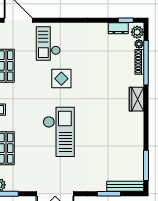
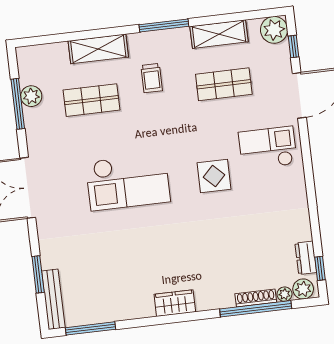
wardrobe: (137, 99) -> (175, 303), moved

